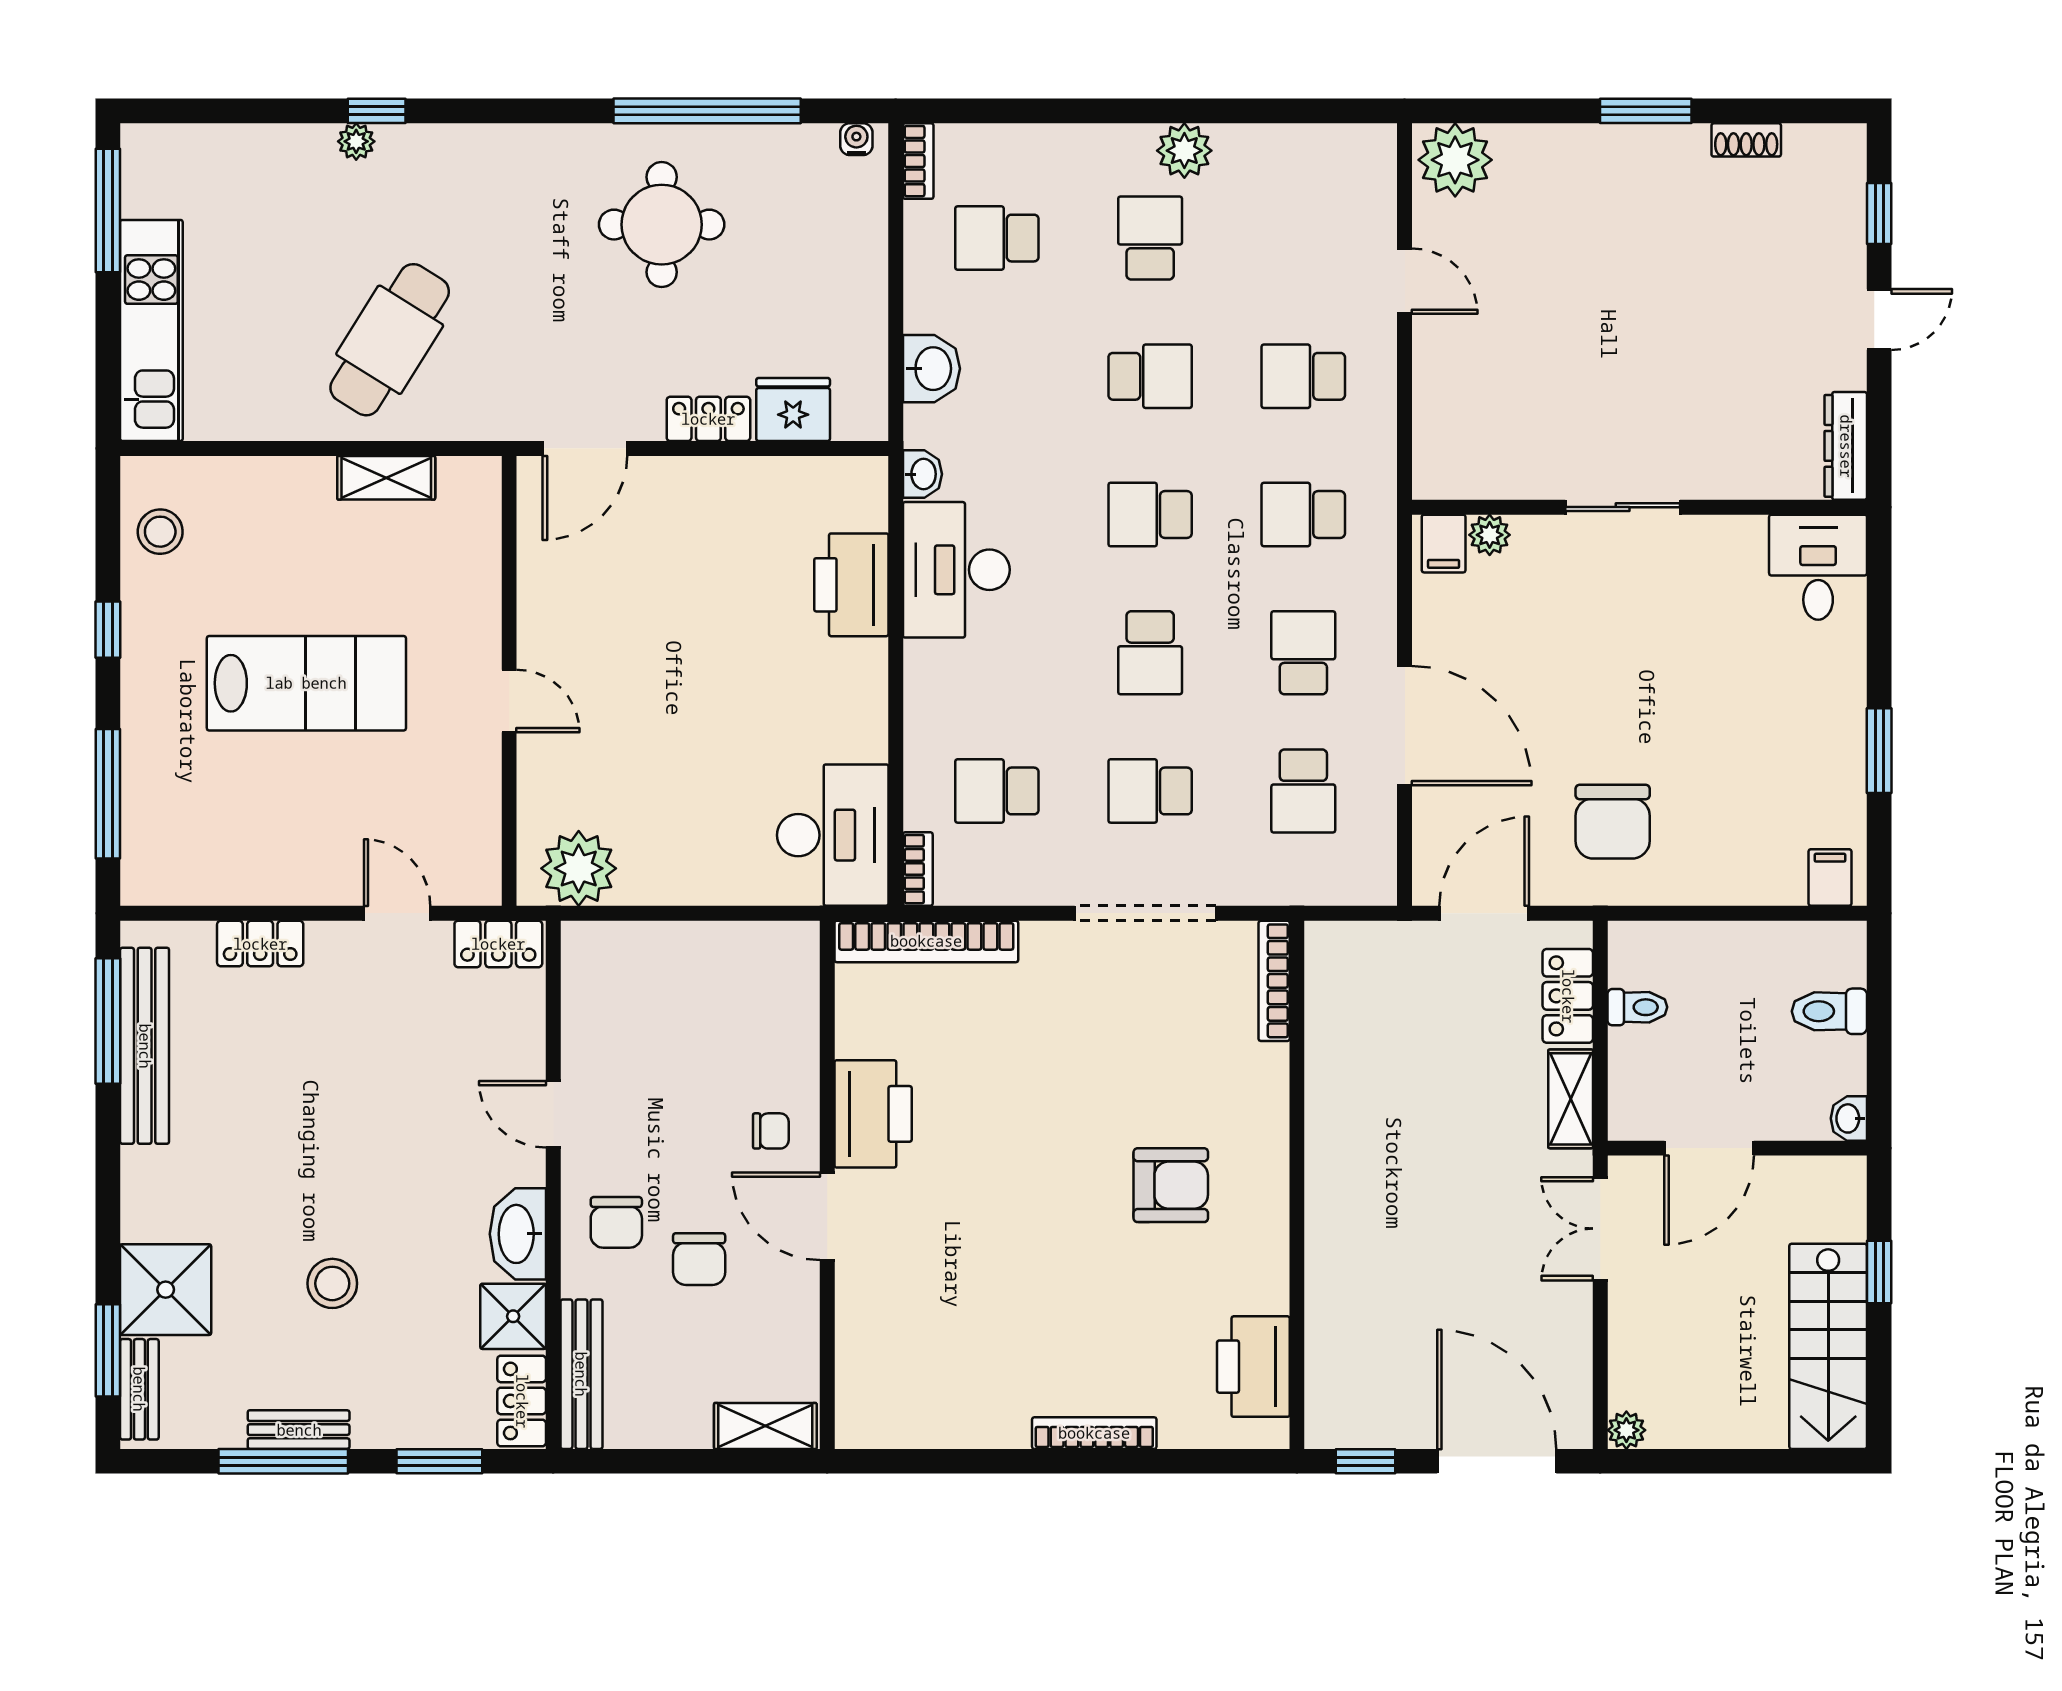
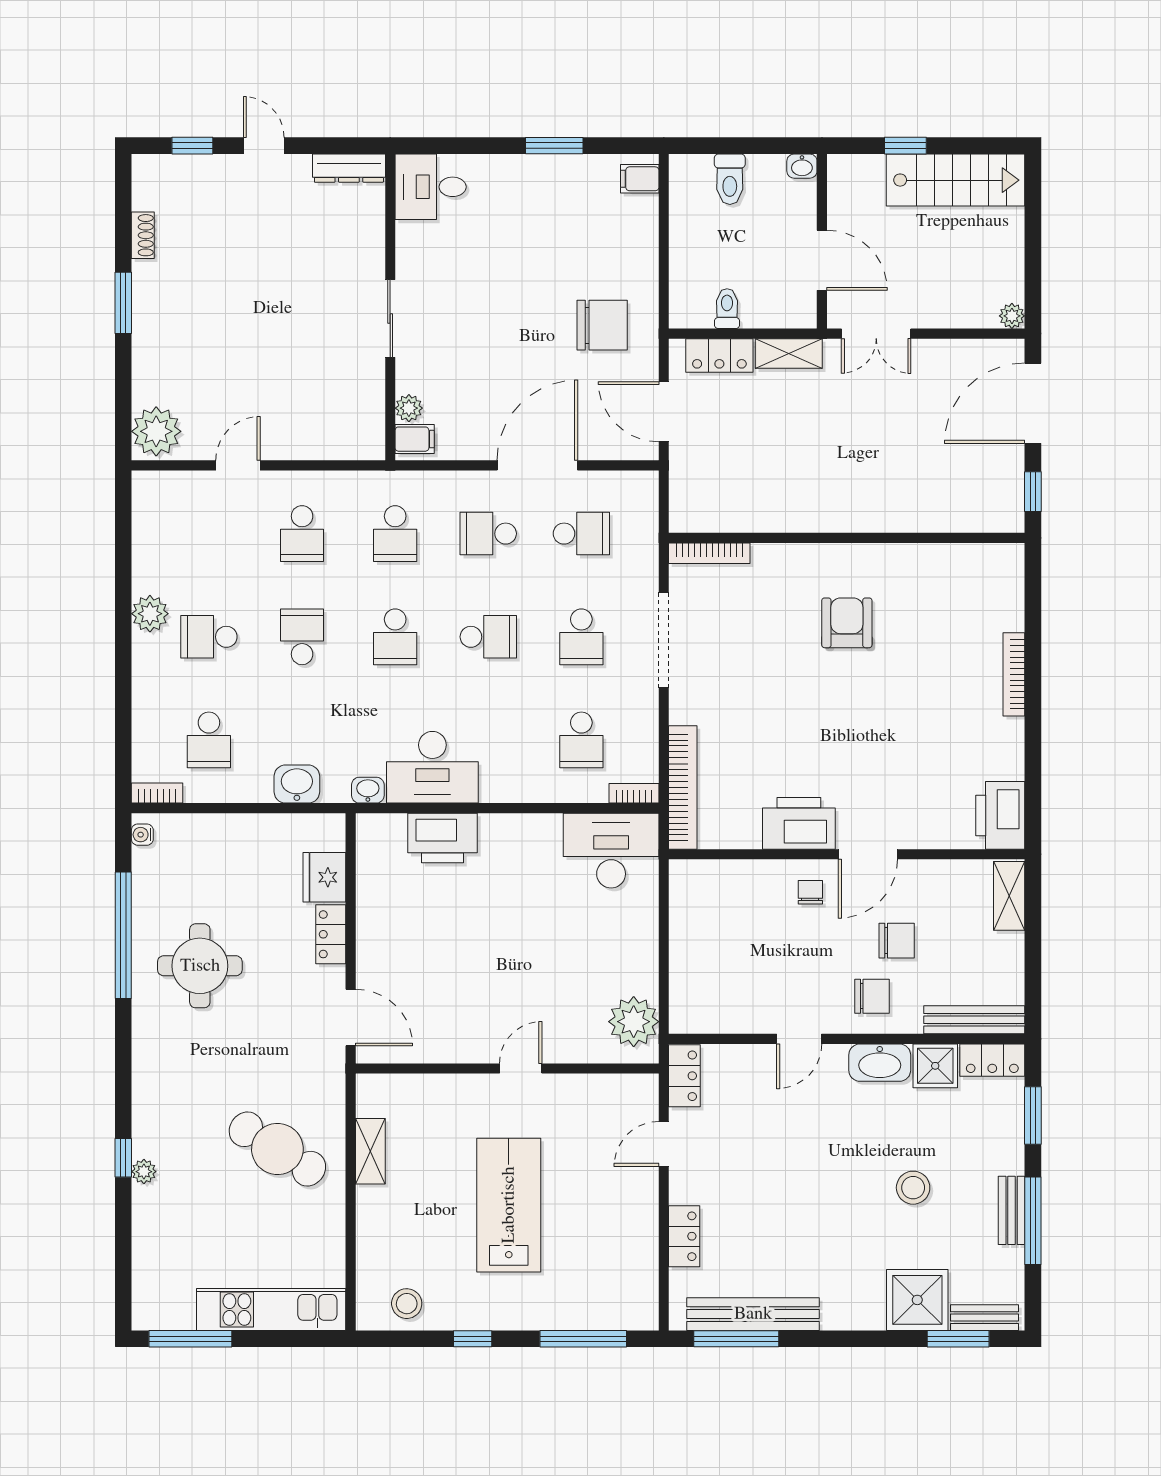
printer: (1253, 1367) -> (1000, 815), moved, turned 90

